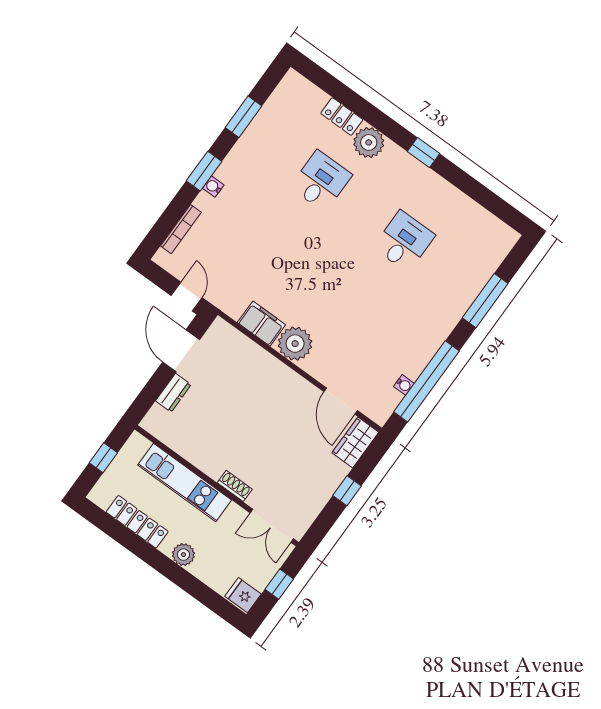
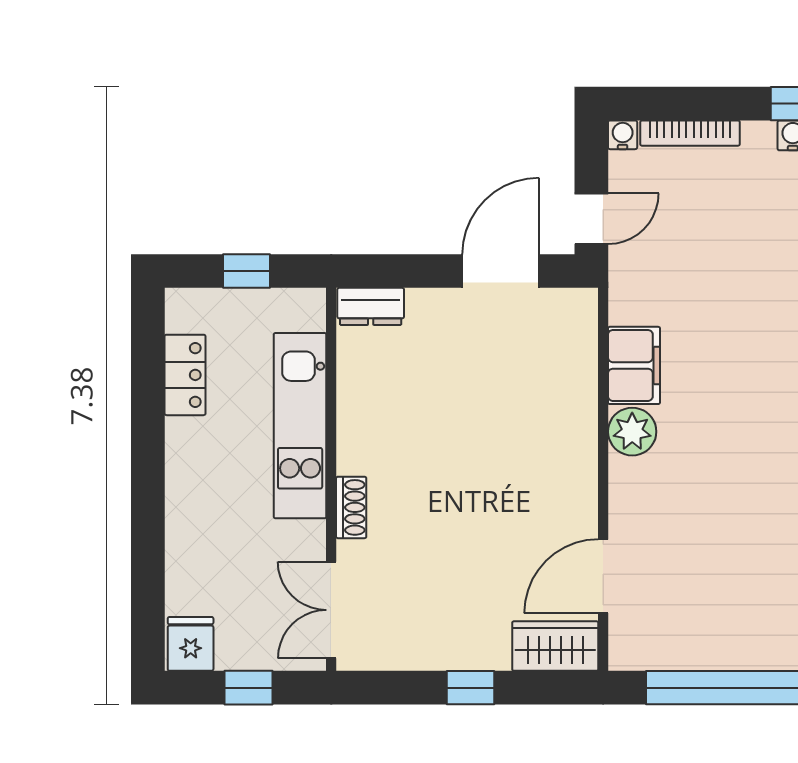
plant: (295, 344) -> (632, 432), width x0.73, depth x0.73
water cooler: (404, 385) -> (623, 135), moved, turned 180
dresser: (173, 393) -> (371, 306), moved
locker: (137, 522) -> (185, 375), width x0.66
plant: (183, 555) -> (186, 505), removed

